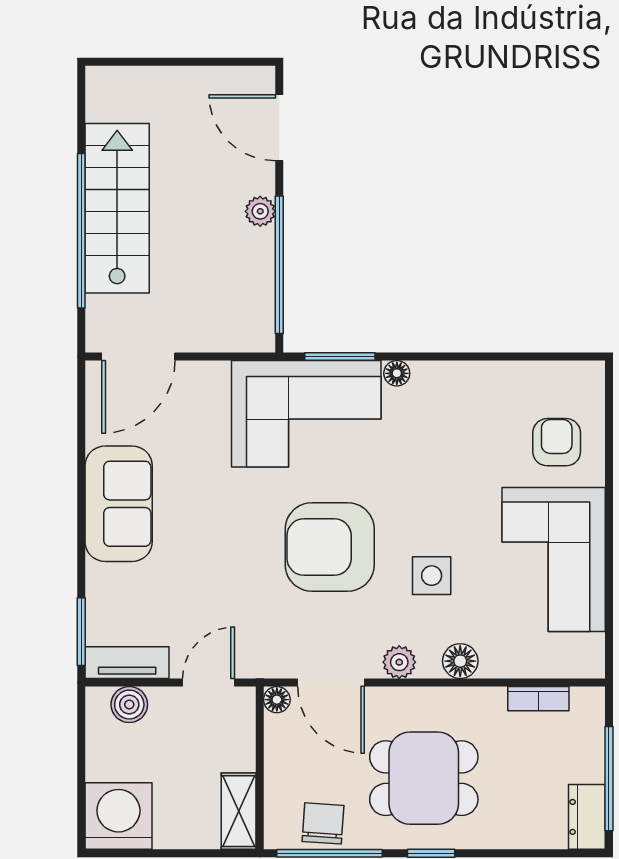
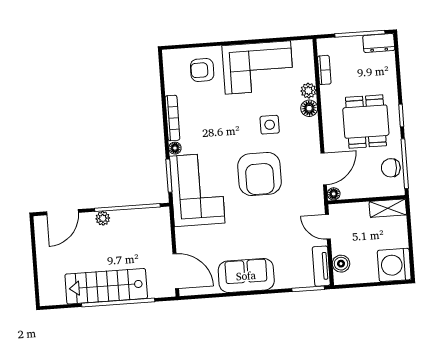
bookcase: (460, 373) -> (172, 118), added
plant: (399, 662) -> (308, 91), moved

